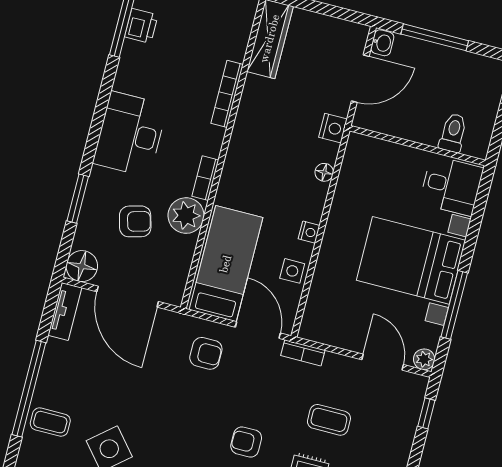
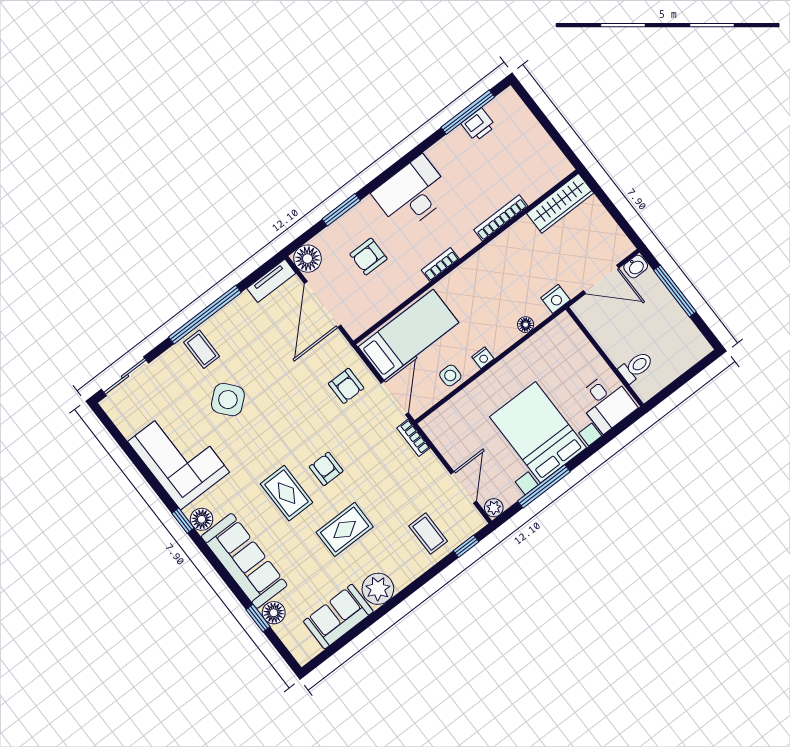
plant: (186, 216) -> (407, 280), removed
armchair: (135, 221) -> (369, 257), turned 105
coffee table: (329, 420) -> (428, 534), moved

